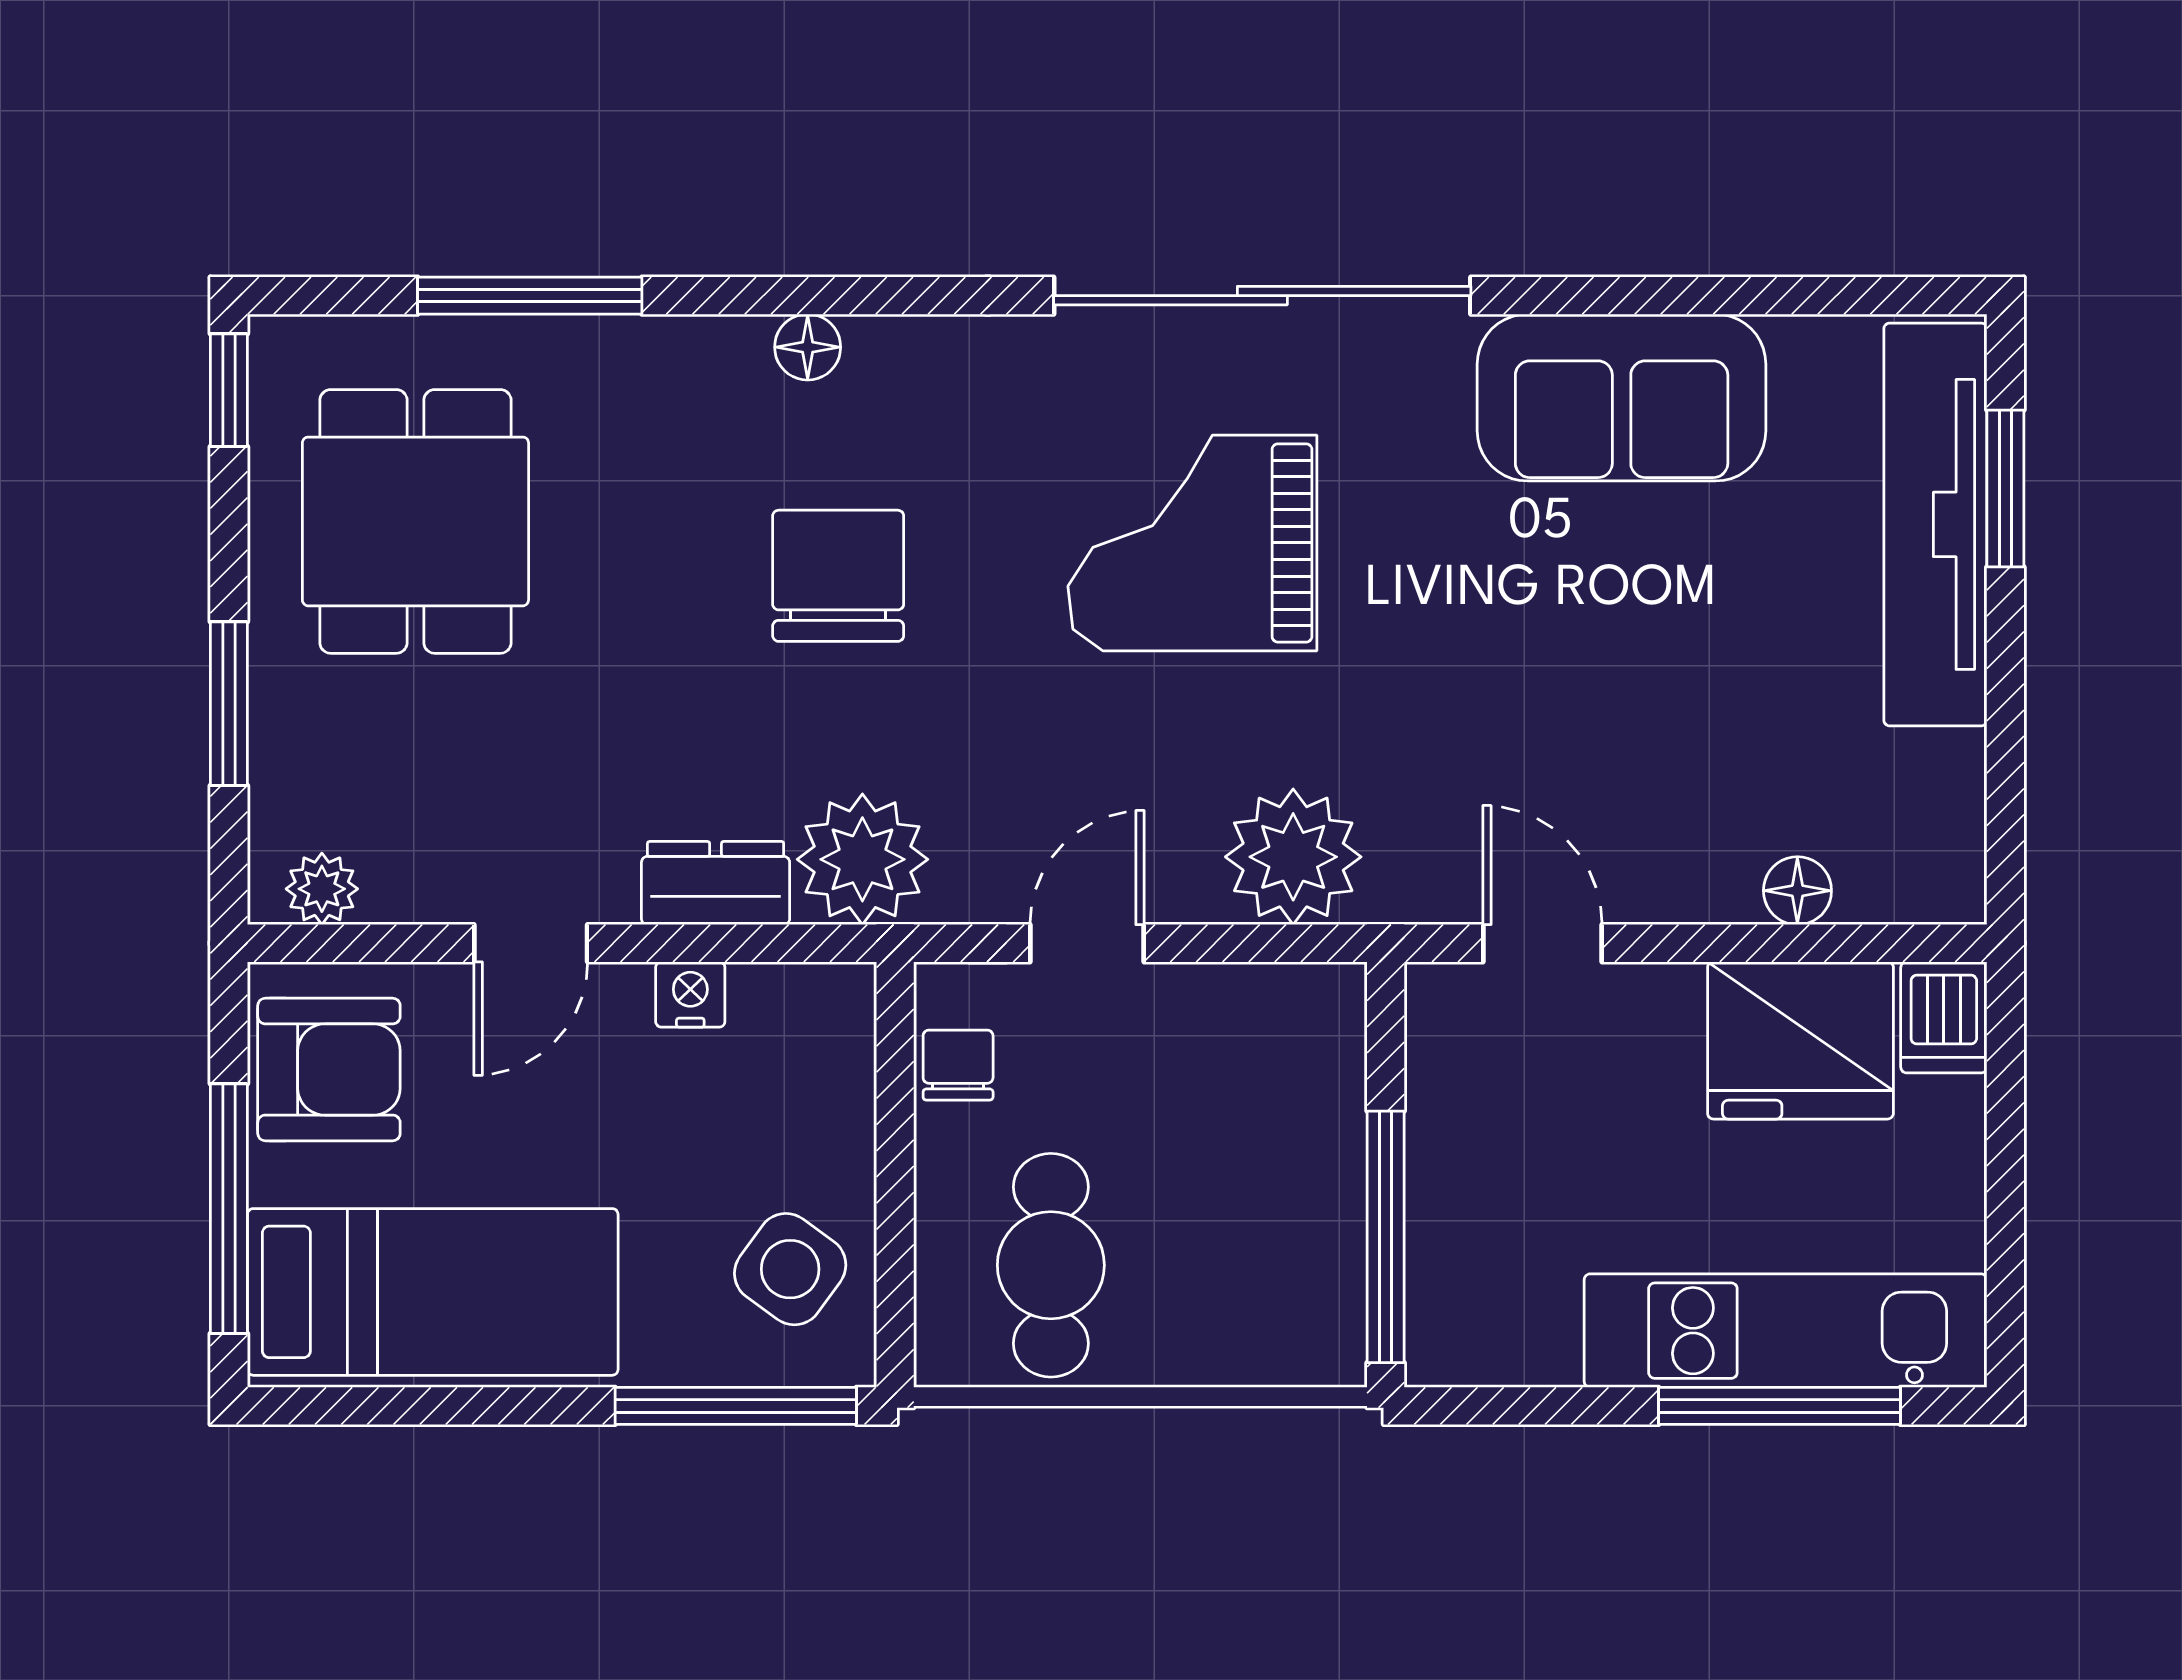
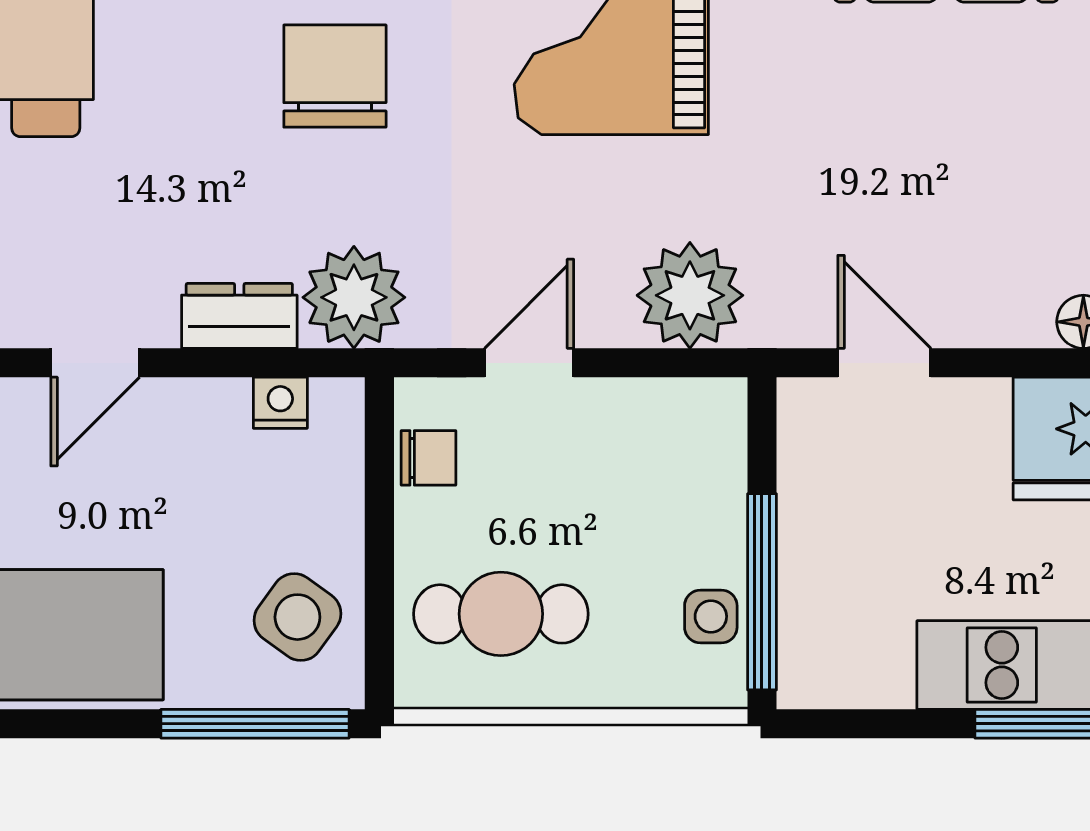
nightstand: (690, 994) -> (280, 403), moved
chair: (958, 1065) -> (428, 458), turned 90
cafe table: (1051, 1265) -> (501, 614), turned 90
side table: (1320, 1268) -> (711, 616), added

